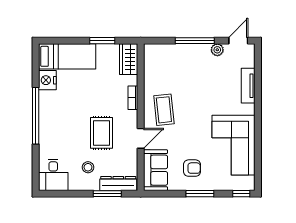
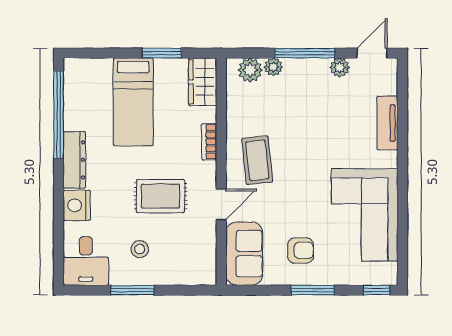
plant: (174, 49) -> (273, 67), added
plant: (159, 51) -> (250, 70), added
bed: (67, 56) -> (133, 102), moved, turned 90
nightstand: (47, 80) -> (77, 205), moved
window: (36, 116) -> (59, 115), moved
rug: (101, 133) -> (160, 196), turned 90
dresser: (118, 184) -> (74, 160), moved, turned 90
window: (107, 194) -> (133, 290), moved

